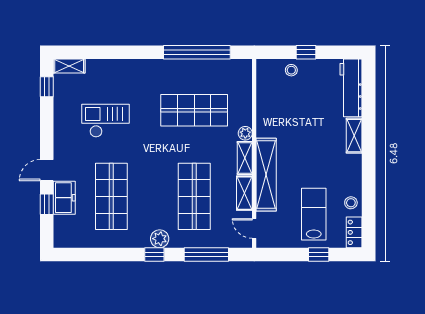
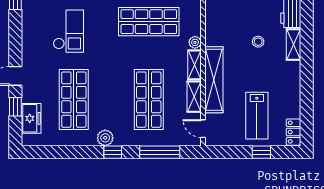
checkout: (105, 121) -> (68, 31), turned 90
freezer: (64, 198) -> (31, 118), moved
stool: (351, 203) -> (258, 42), moved
lab bench: (314, 214) -> (257, 116), turned 180
plant: (160, 239) -> (105, 138), moved

